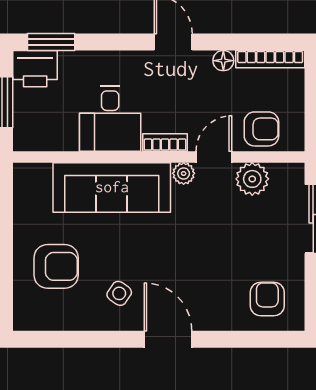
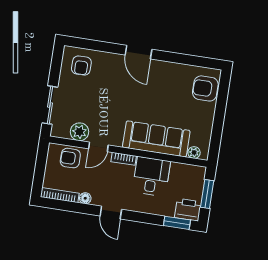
plant: (184, 173) -> (194, 153), moved
armchair: (56, 266) -> (205, 88), moved
side table: (119, 293) -> (161, 81), removed

